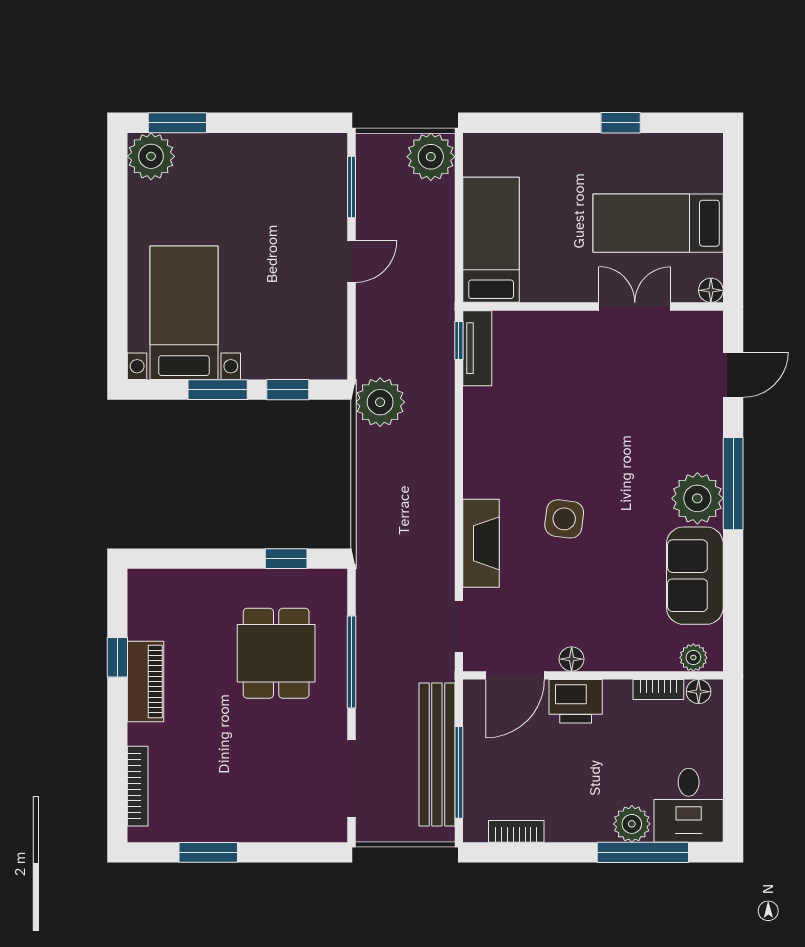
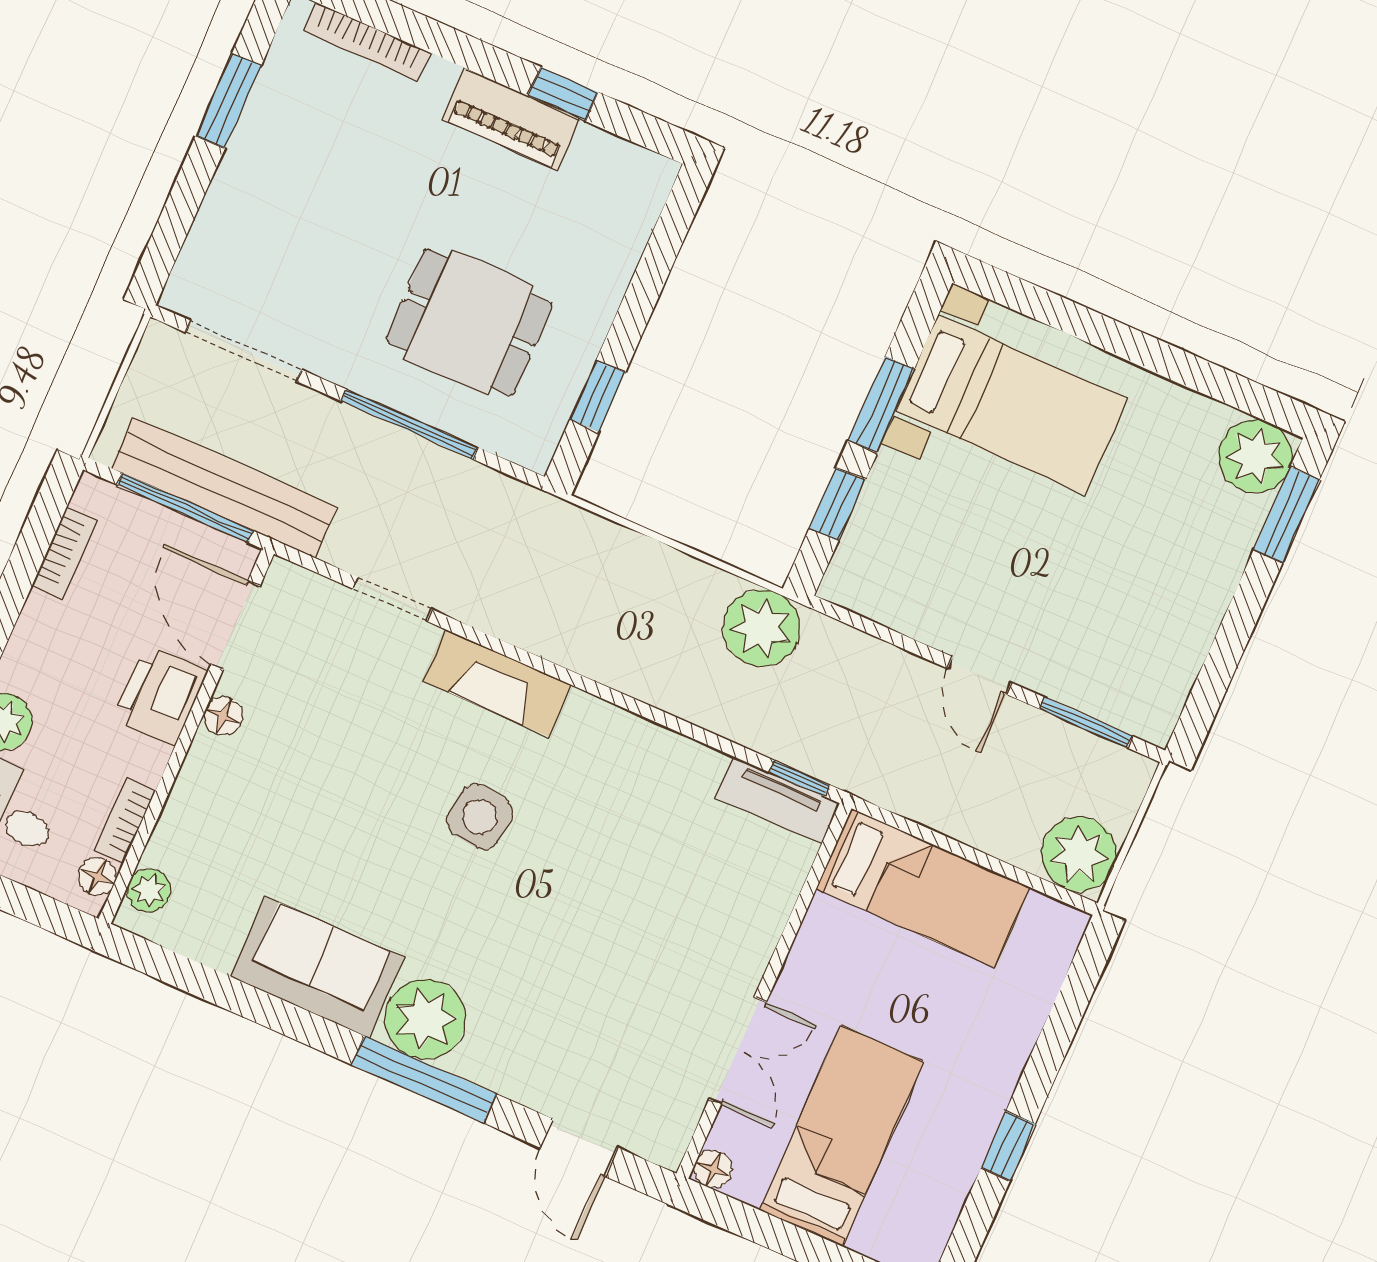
plant: (693, 658) -> (149, 890), moved
floor lamp: (572, 659) -> (223, 716), moved
door: (515, 675) -> (235, 625), moved
wall: (593, 675) -> (186, 736), moved
bookcase: (658, 689) -> (125, 821), moved
floor lamp: (699, 692) -> (97, 876), moved
printer: (576, 701) -> (160, 695), moved

